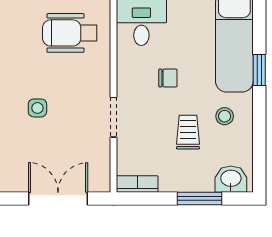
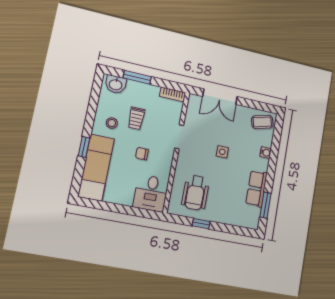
wheelchair: (70, 33) -> (196, 193), turned 90

